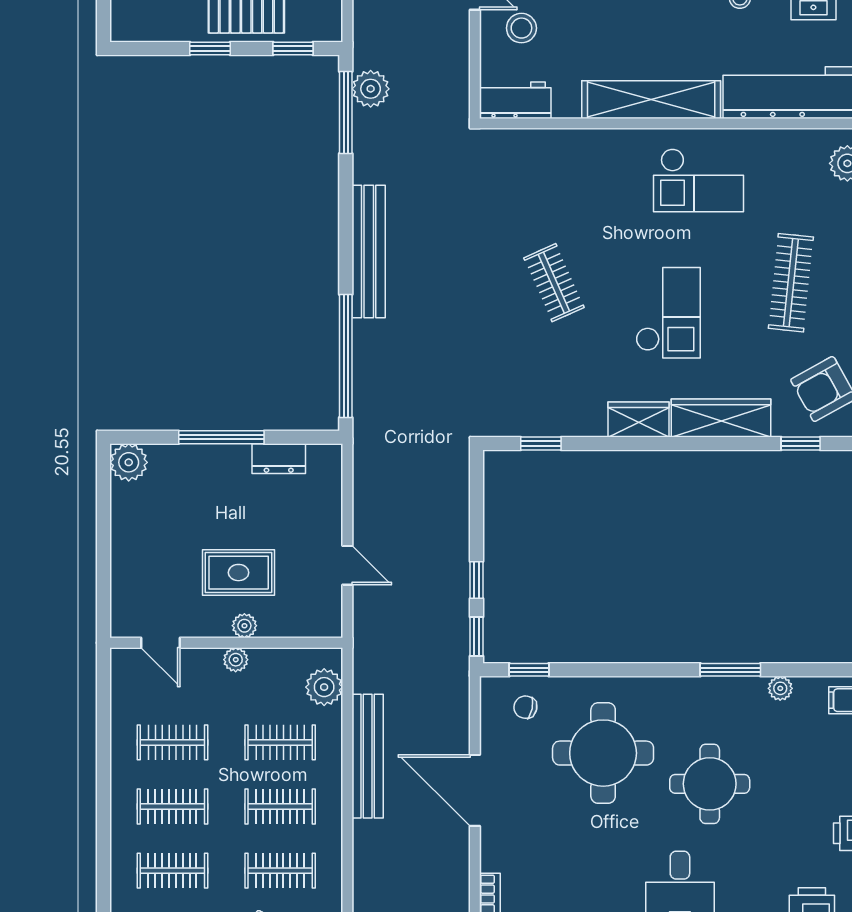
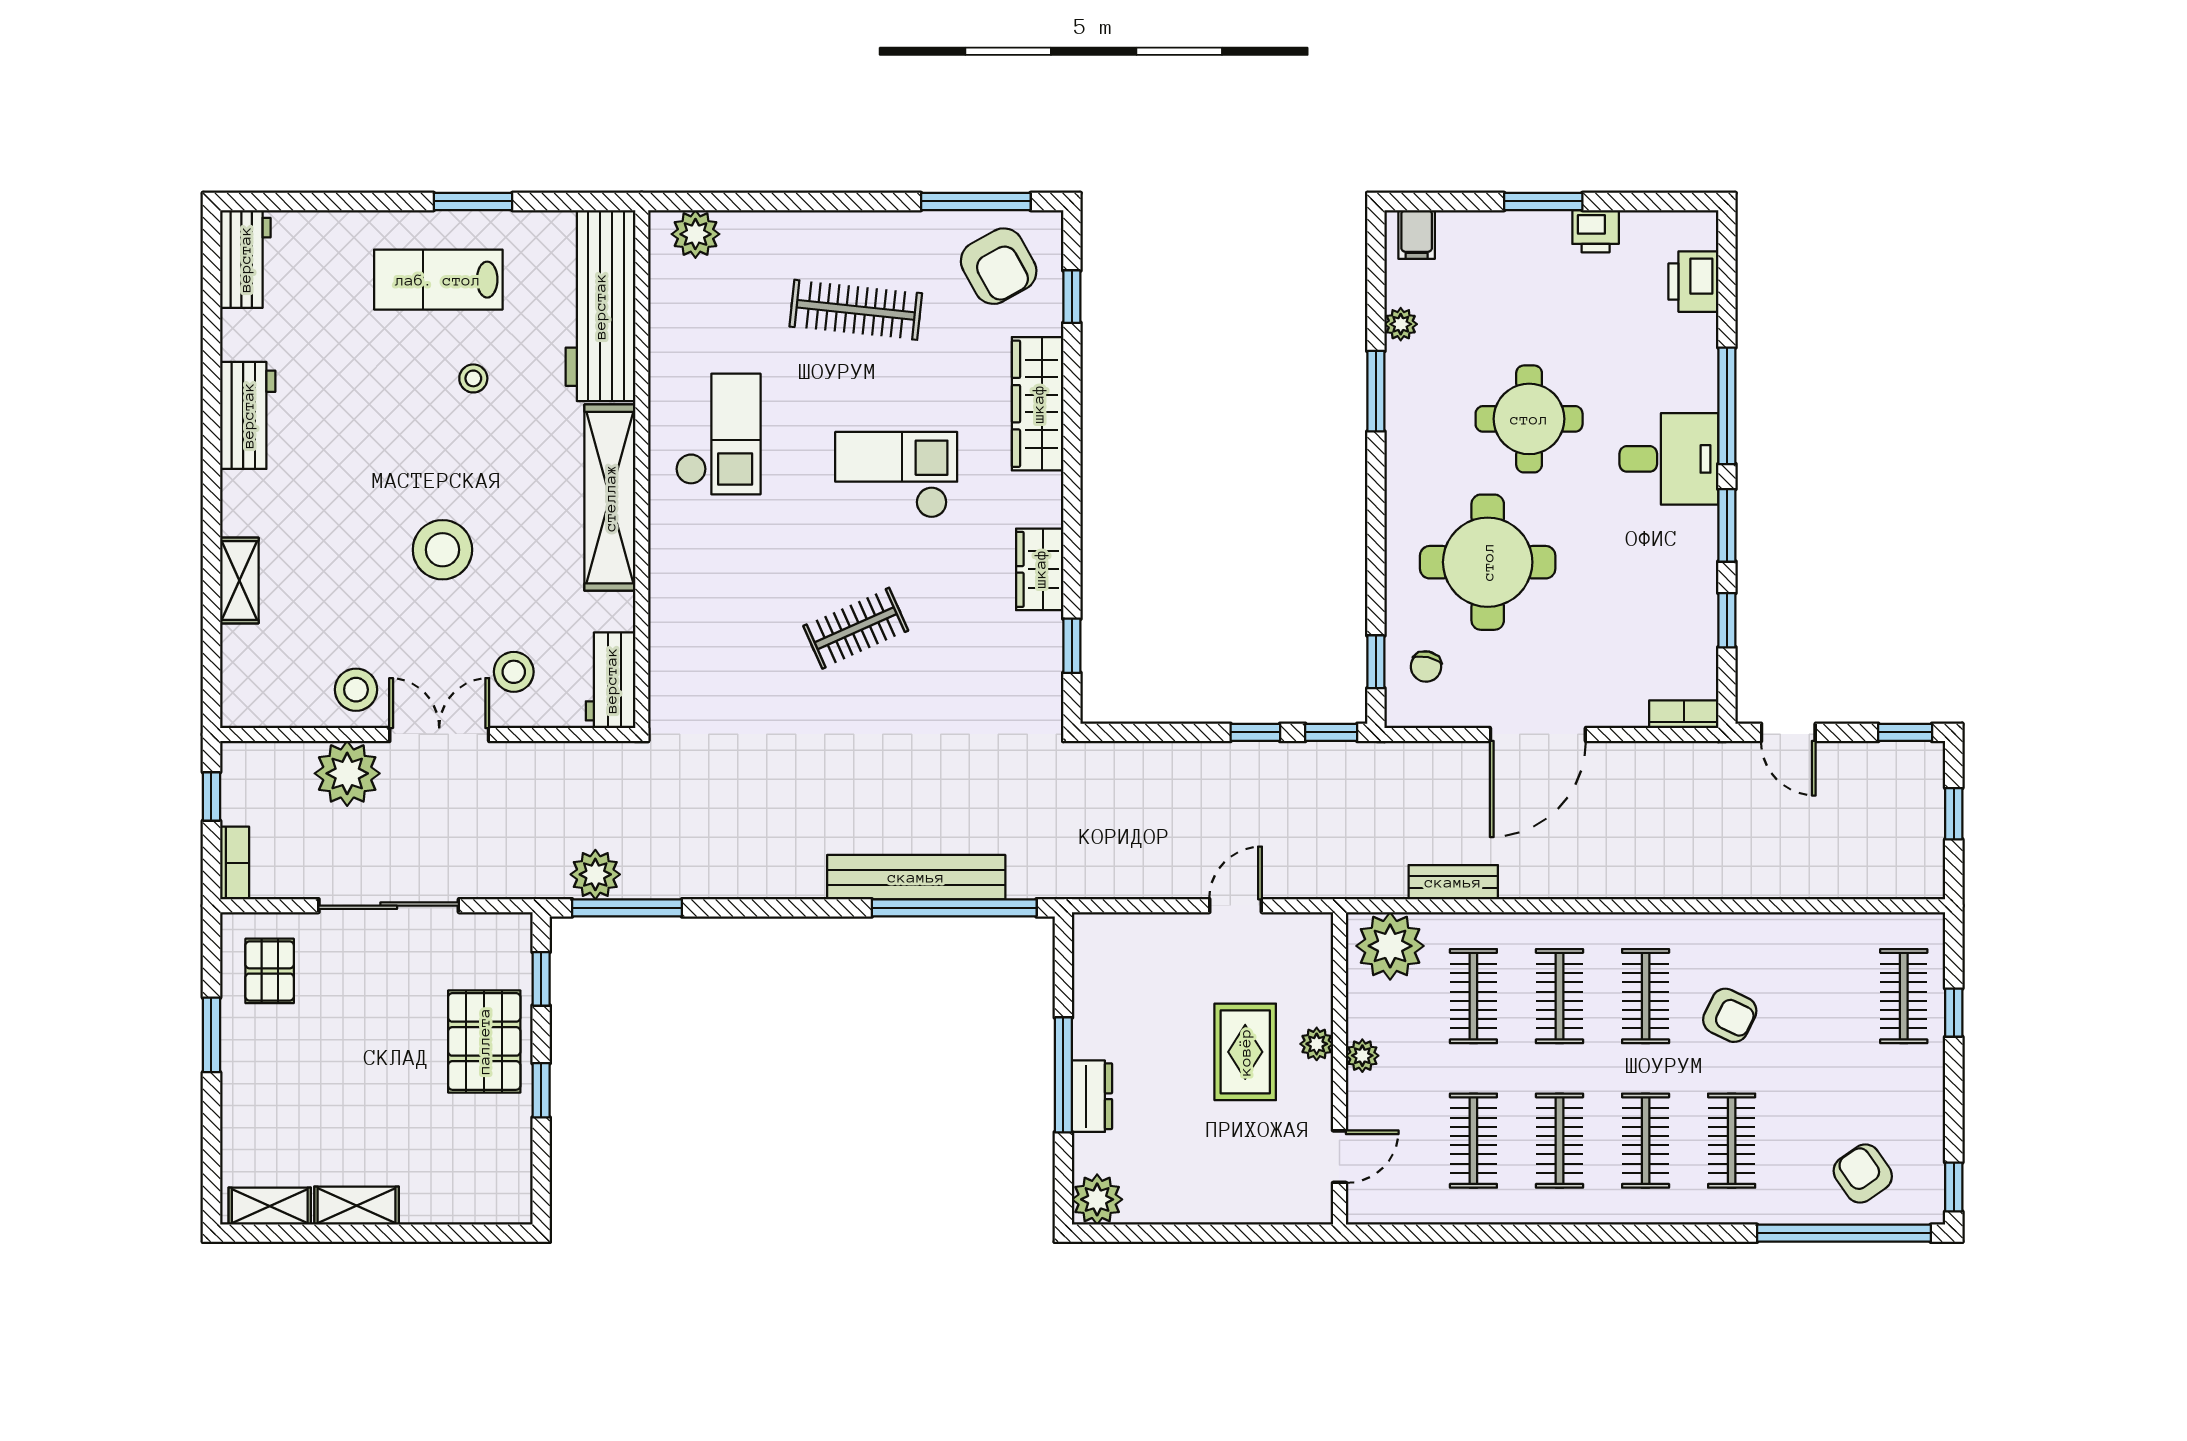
bench: (369, 252) -> (916, 877), moved
wardrobe: (638, 420) -> (1040, 569), moved
dresser: (279, 459) -> (1092, 1096), moved
plant: (324, 687) -> (1390, 946), width x1.36, depth x1.36
bench: (368, 756) -> (1453, 882), width x0.54, depth x0.82

